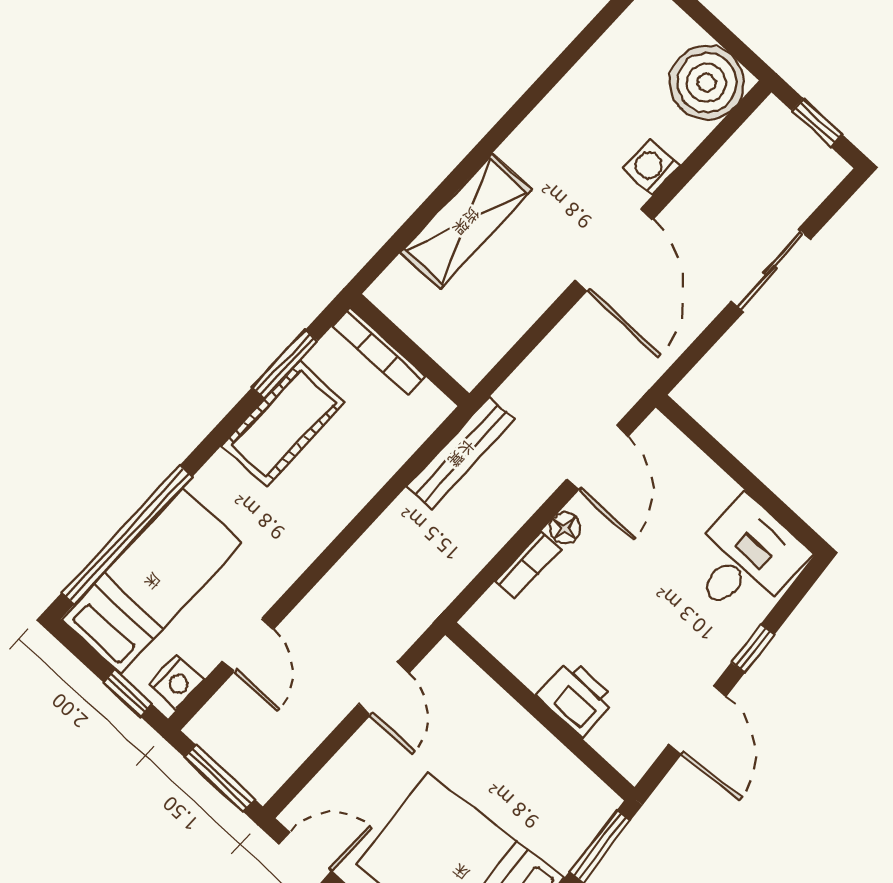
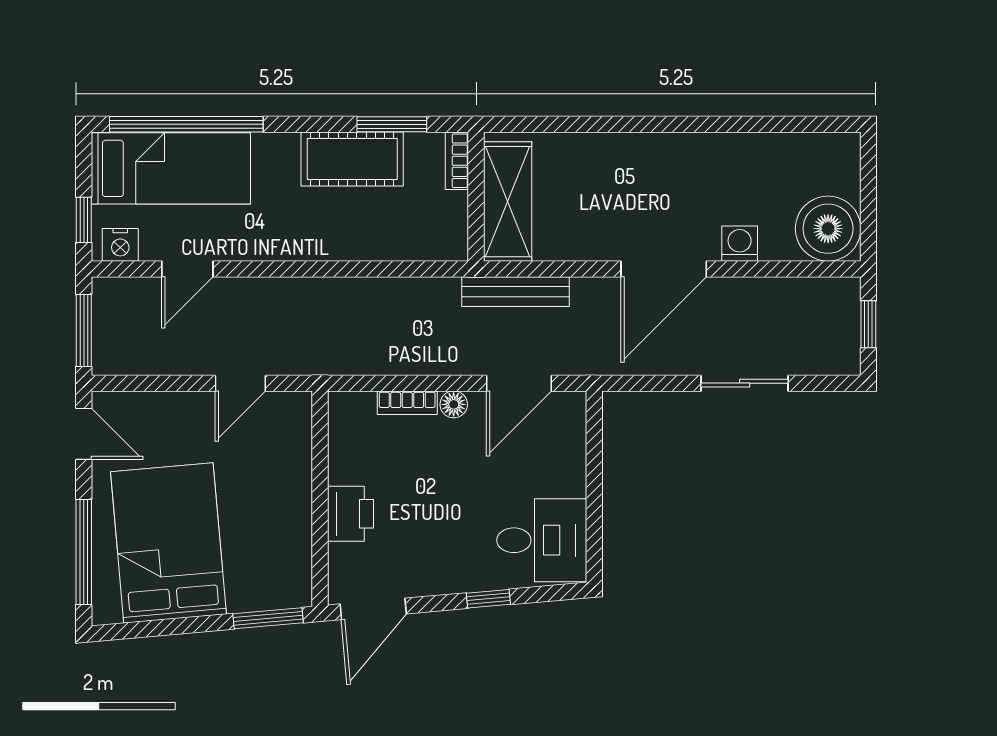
shelving: (466, 221) -> (508, 202), moved, turned 90
bookcase: (379, 351) -> (457, 161), width x0.64
bench: (461, 453) -> (516, 292), moved
door: (697, 721) -> (373, 609), moved

